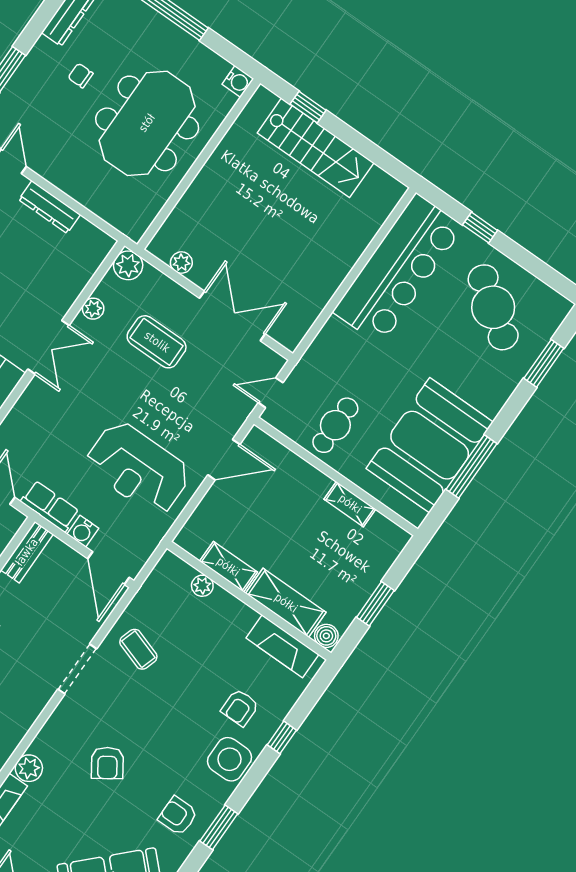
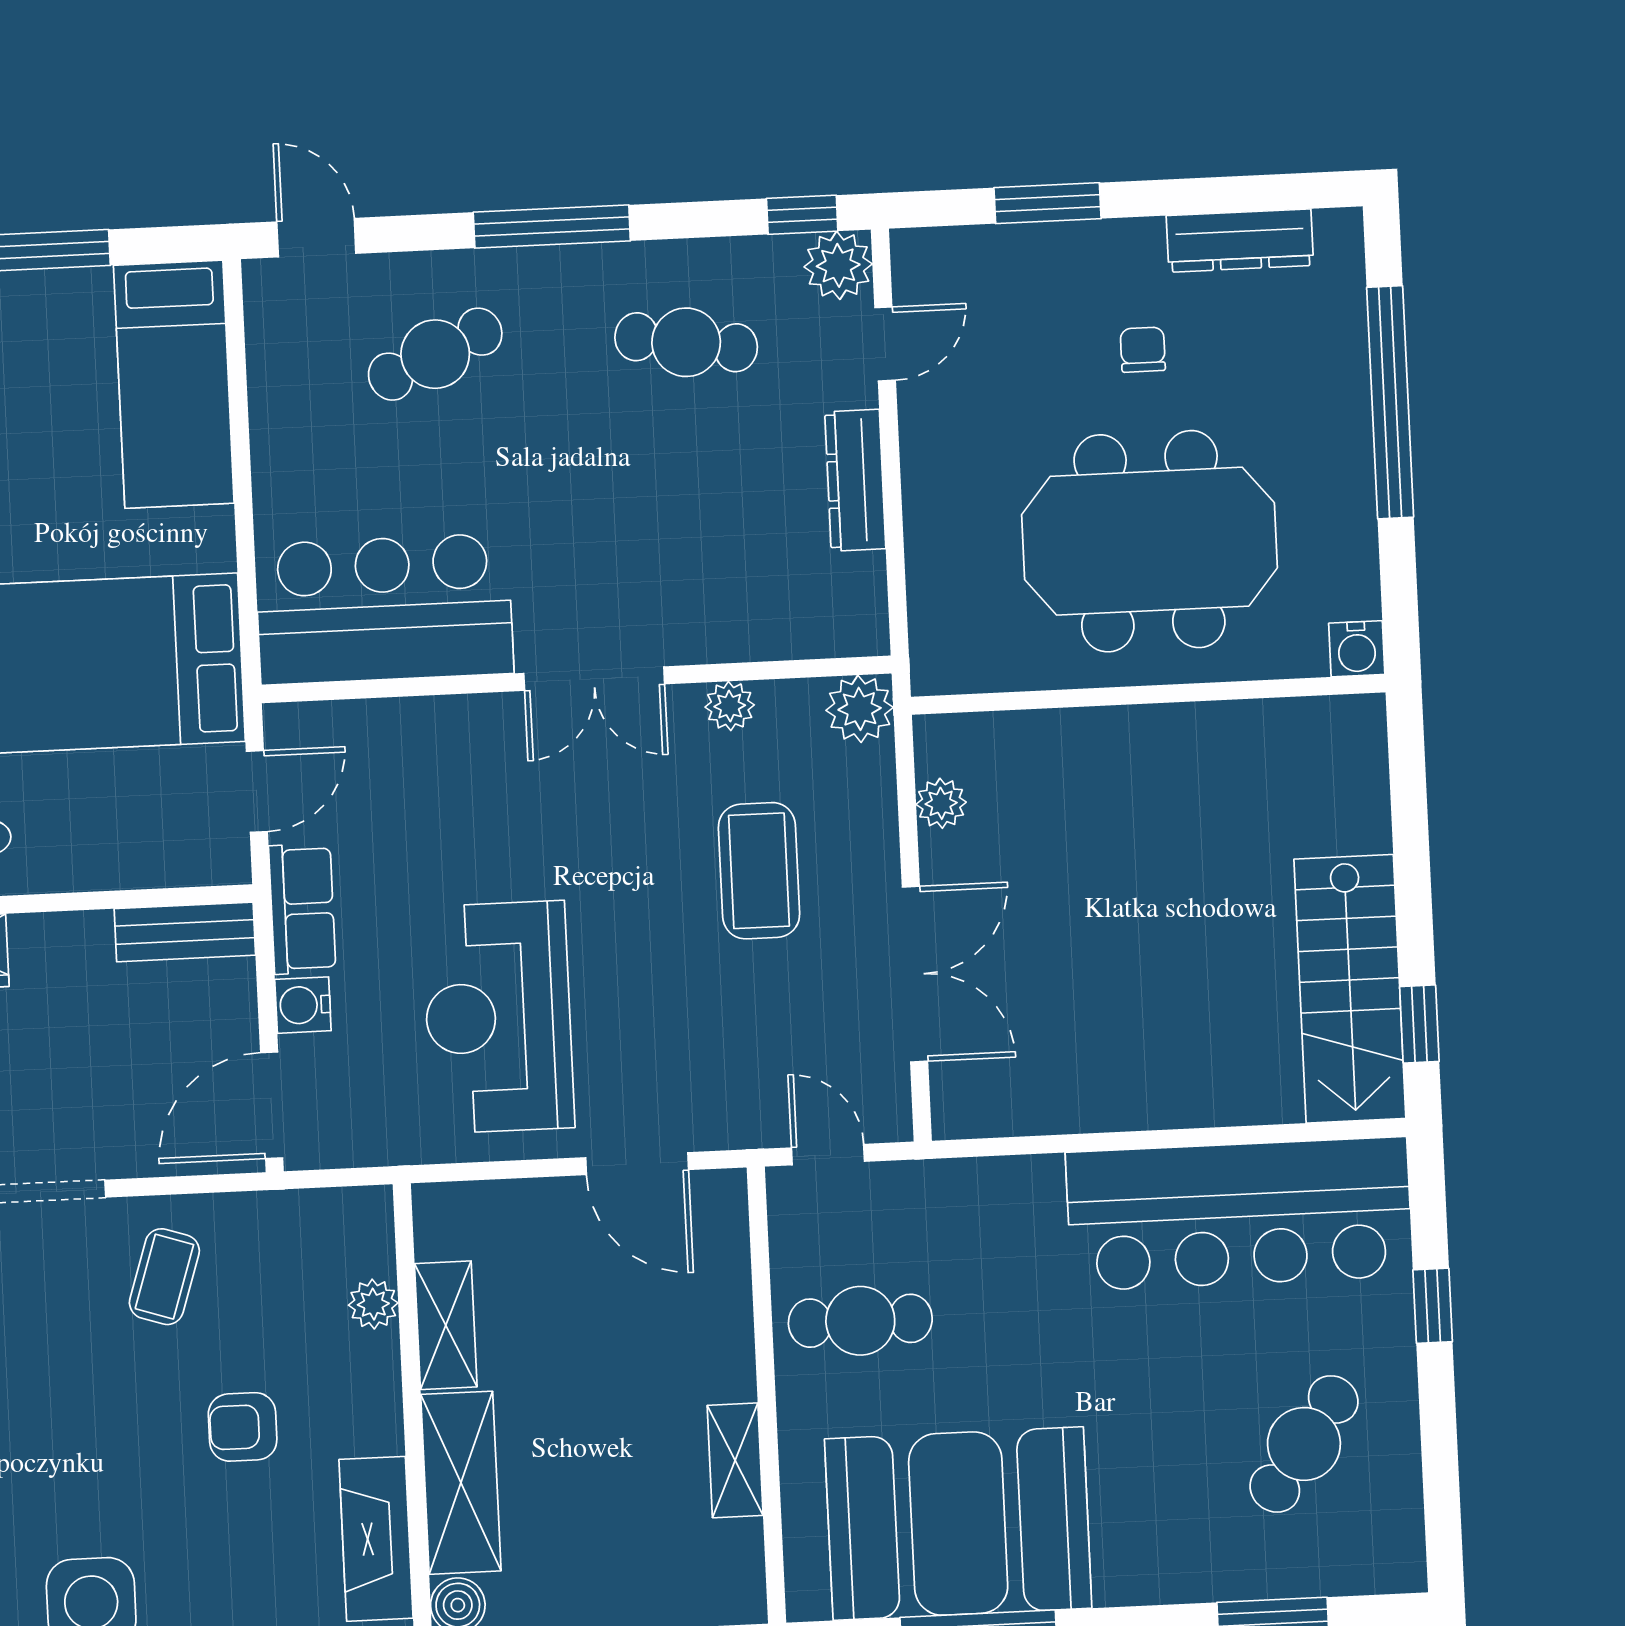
window: (308, 107) -> (1419, 1024), moved
stairs: (316, 148) -> (1350, 989), moved
cafe table: (493, 307) -> (1304, 1444), width x0.73, depth x0.74
armchair: (240, 707) -> (243, 1427), moved

